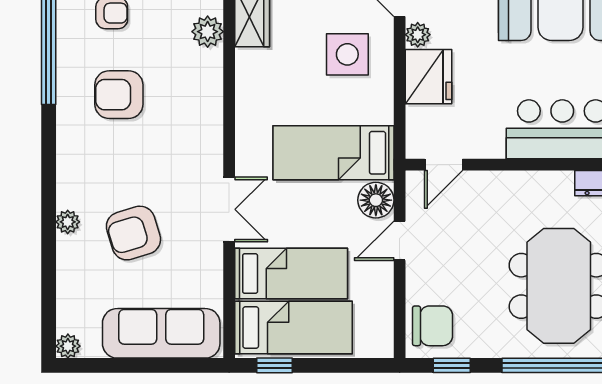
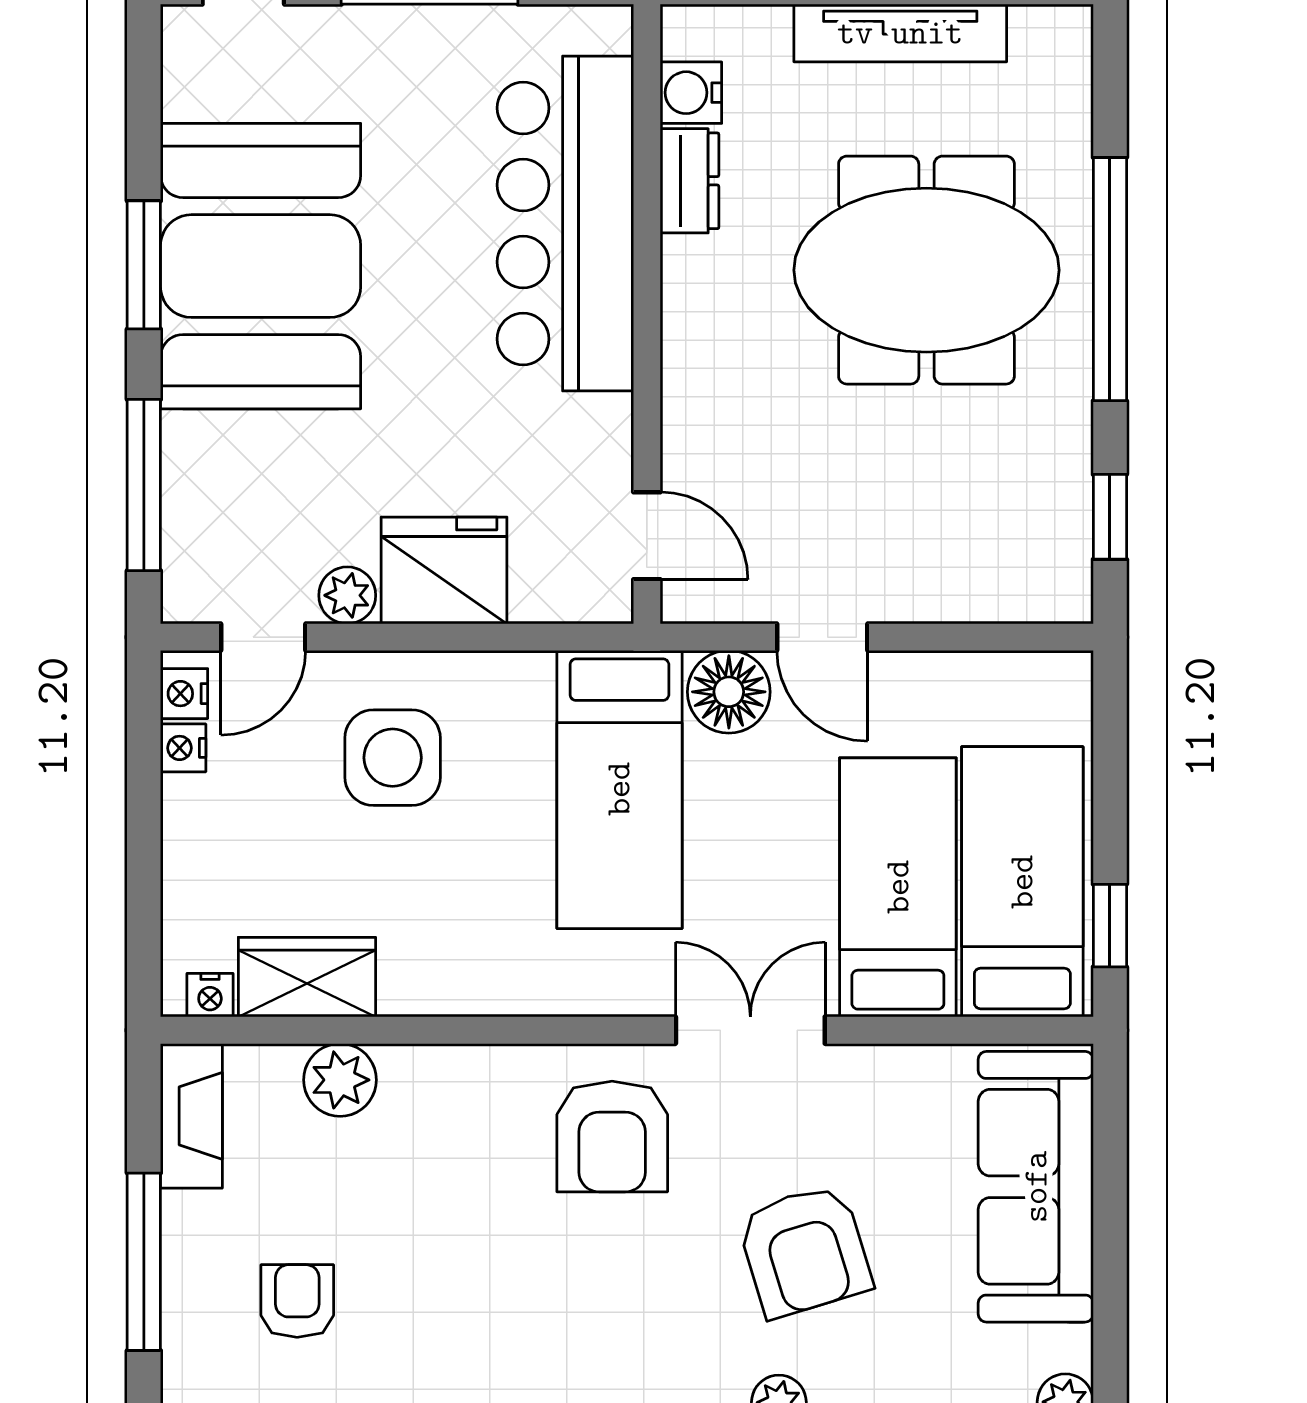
armchair: (119, 95) -> (612, 1137), moved
chair: (432, 326) -> (1019, 561), removed

